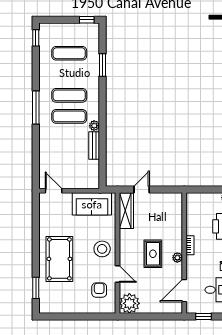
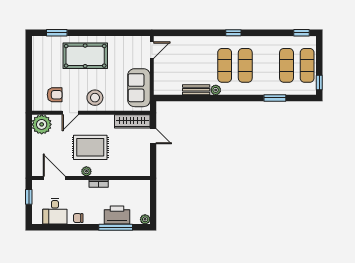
exercise mat: (69, 32) -> (307, 65), added
window: (36, 108) -> (233, 33), width x0.46
rug: (153, 254) -> (90, 147), width x1.36, depth x1.43

